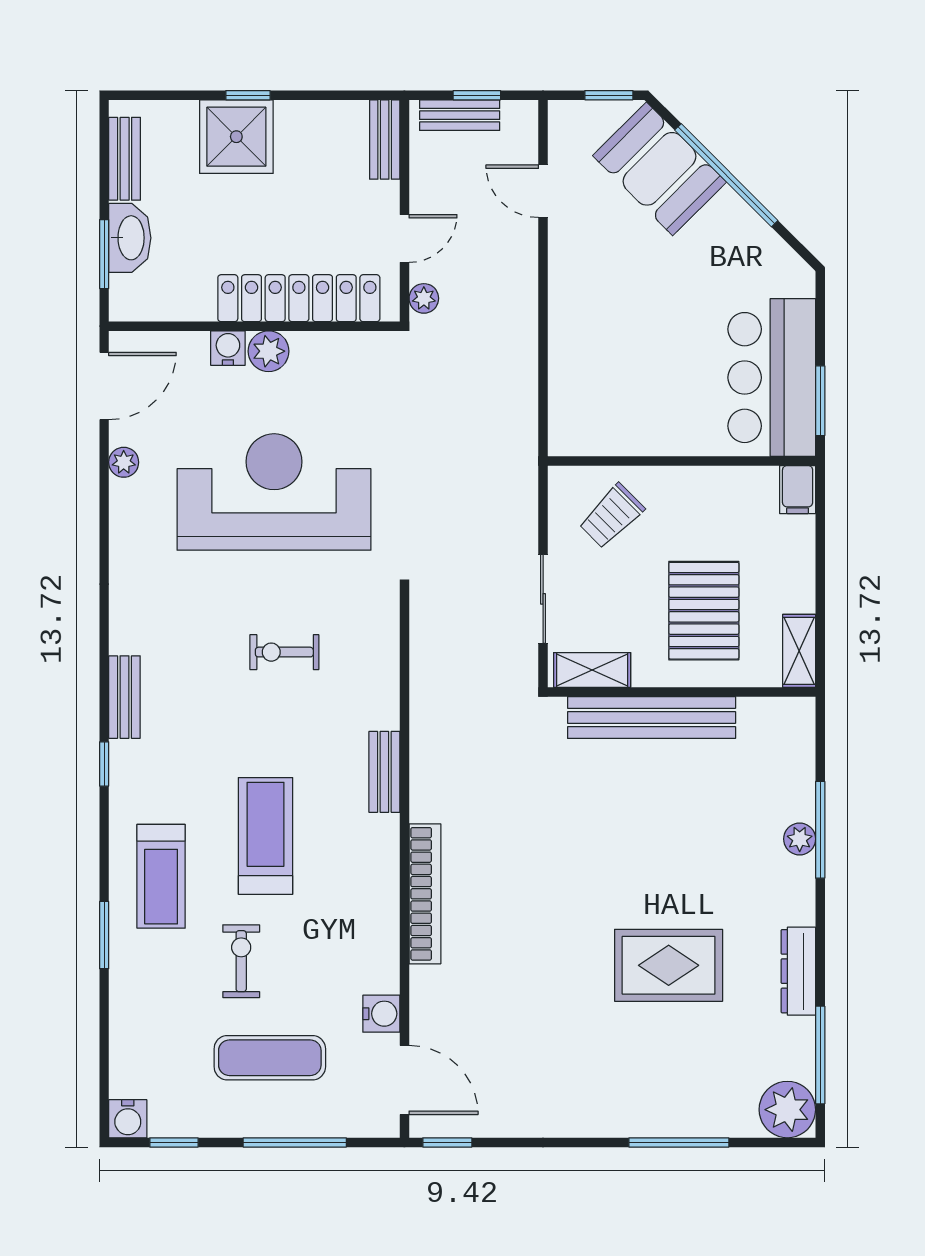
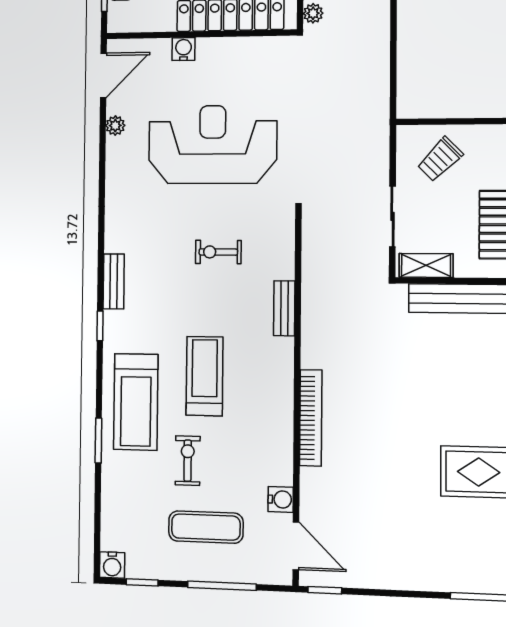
plant: (269, 351) -> (210, 51), removed
bench: (384, 772) -> (284, 308), moved
treadmill: (161, 876) -> (136, 402), width x1.37, depth x1.38

